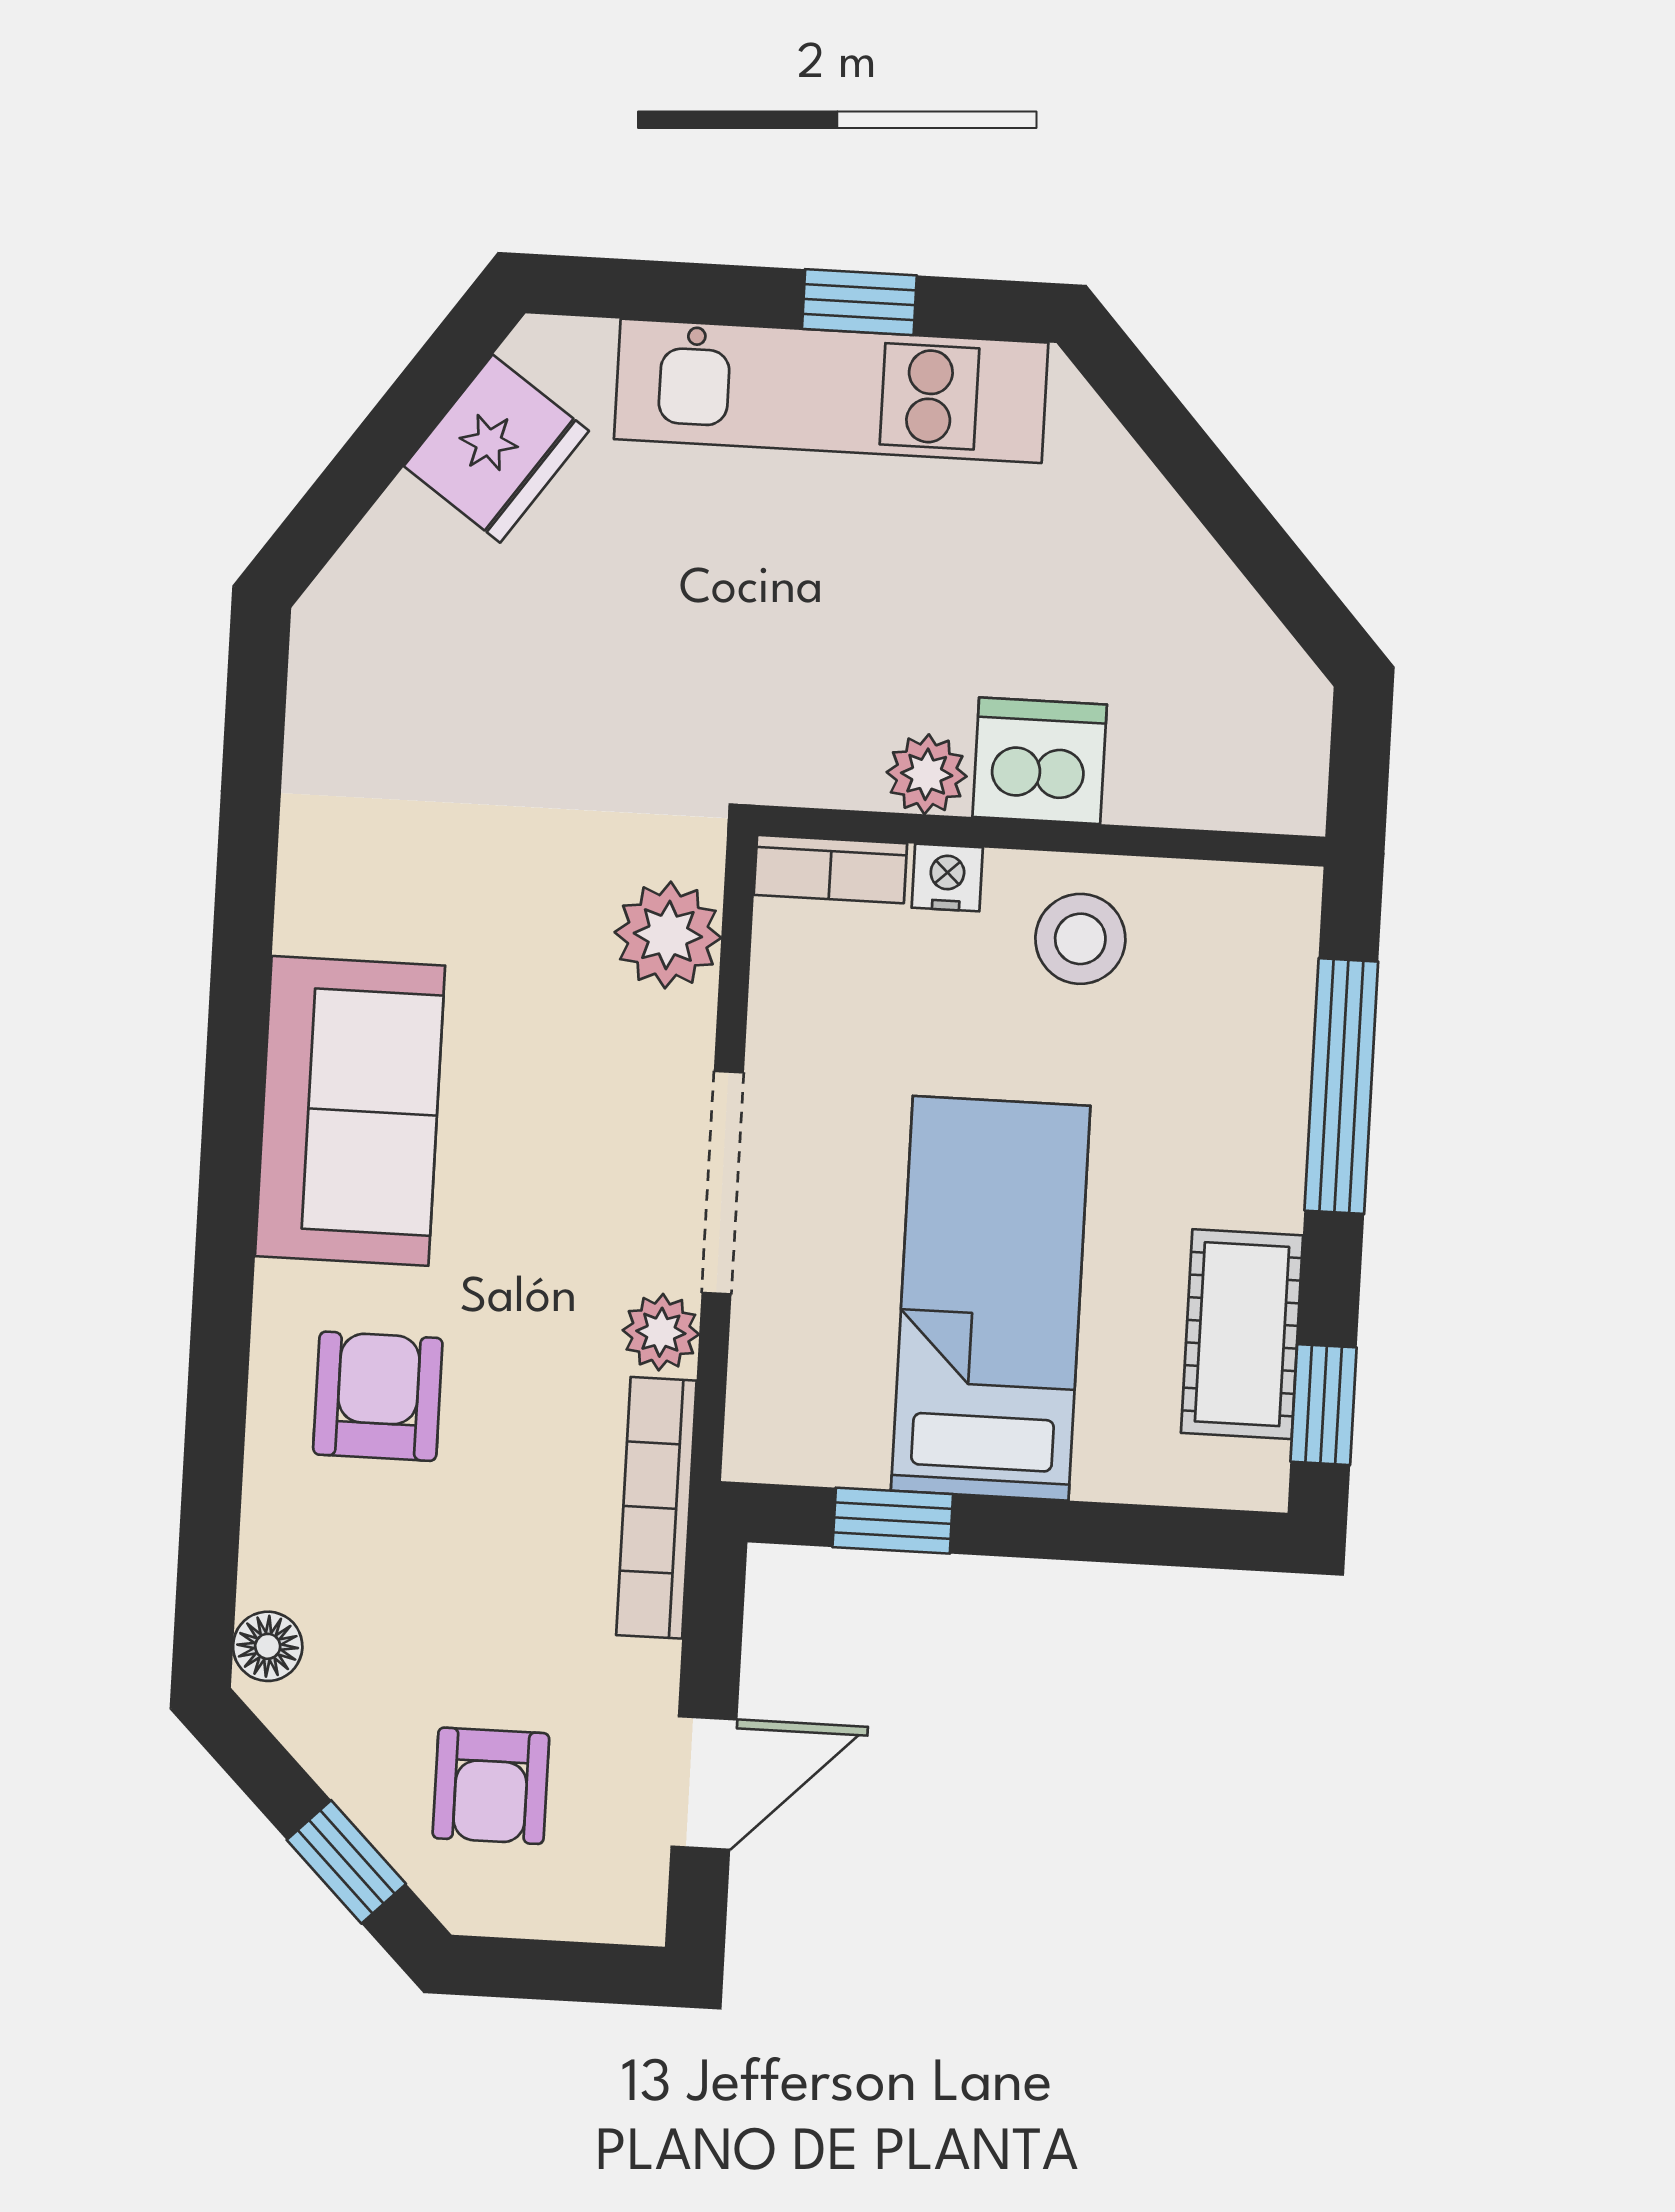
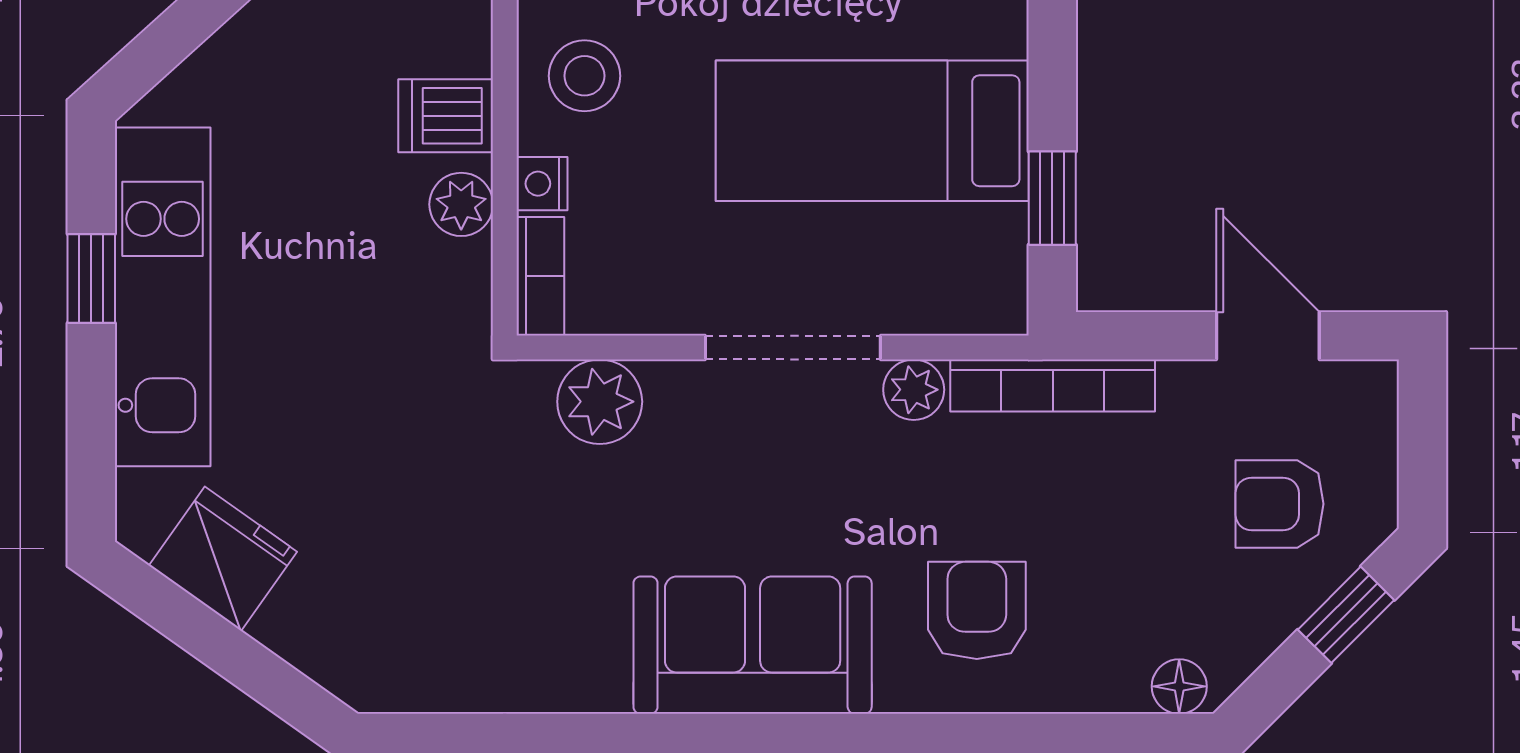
dishwasher: (1040, 761) -> (446, 116), width x0.73
armchair: (378, 1396) -> (977, 610), turned 90
armchair: (491, 1786) -> (1279, 504), turned 180

